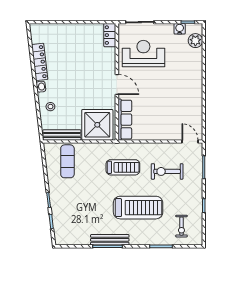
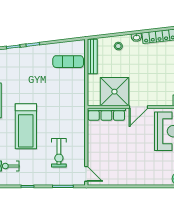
shower: (97, 125) -> (114, 92), moved
door: (190, 141) -> (86, 174), hinge flipped
treadmill: (123, 167) -> (63, 112), removed
exercise bike: (167, 171) -> (59, 153), turned 180

